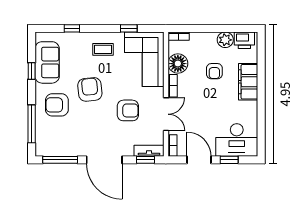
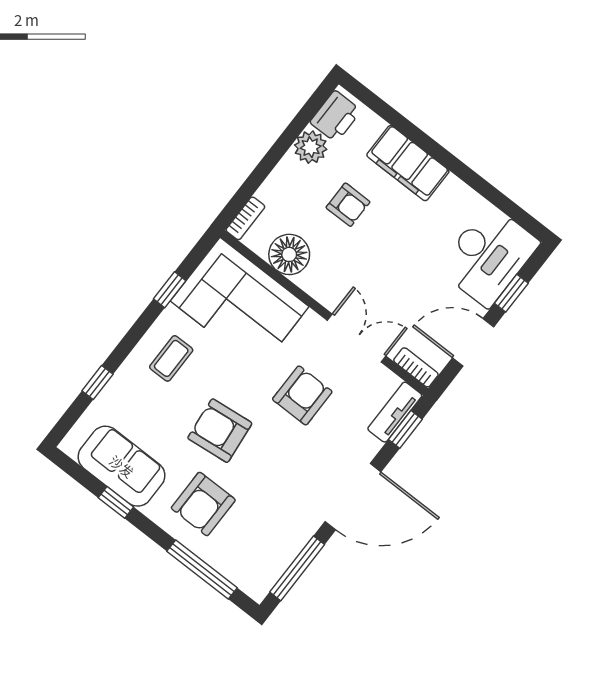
bookcase: (173, 86) -> (319, 291), removed

